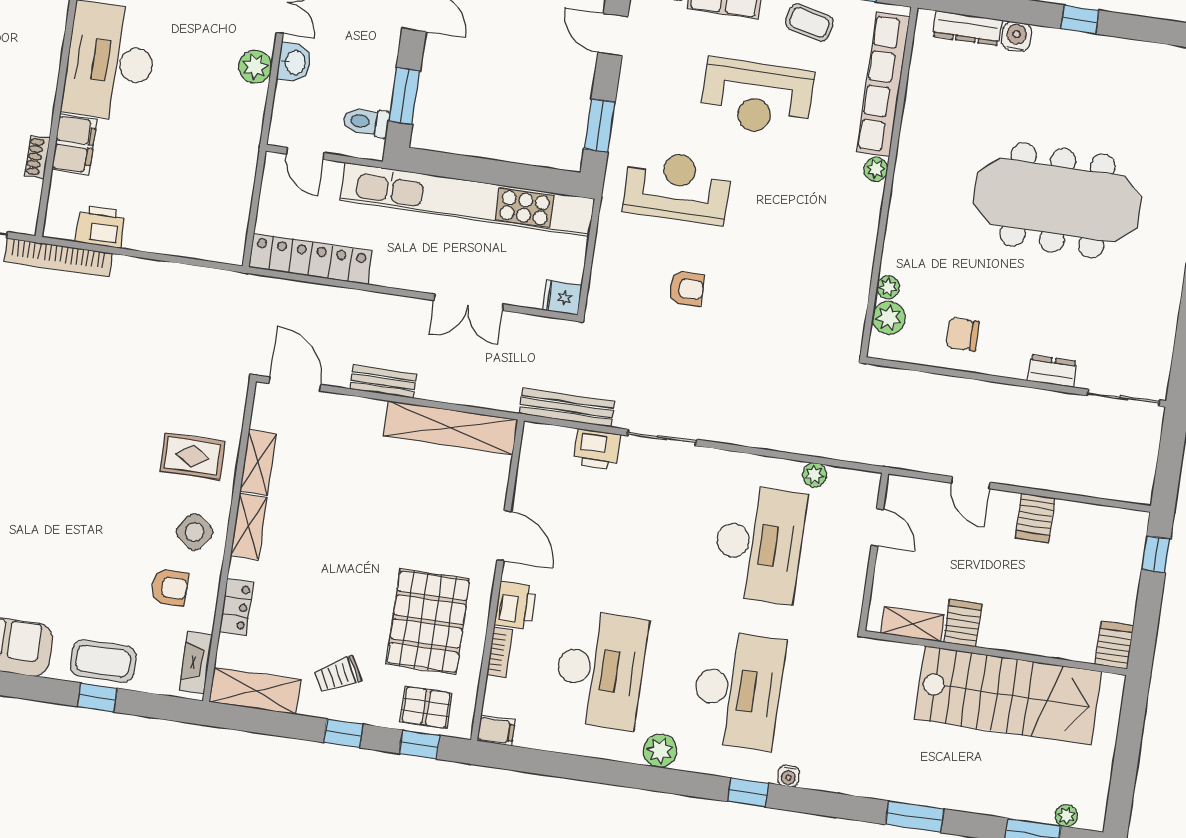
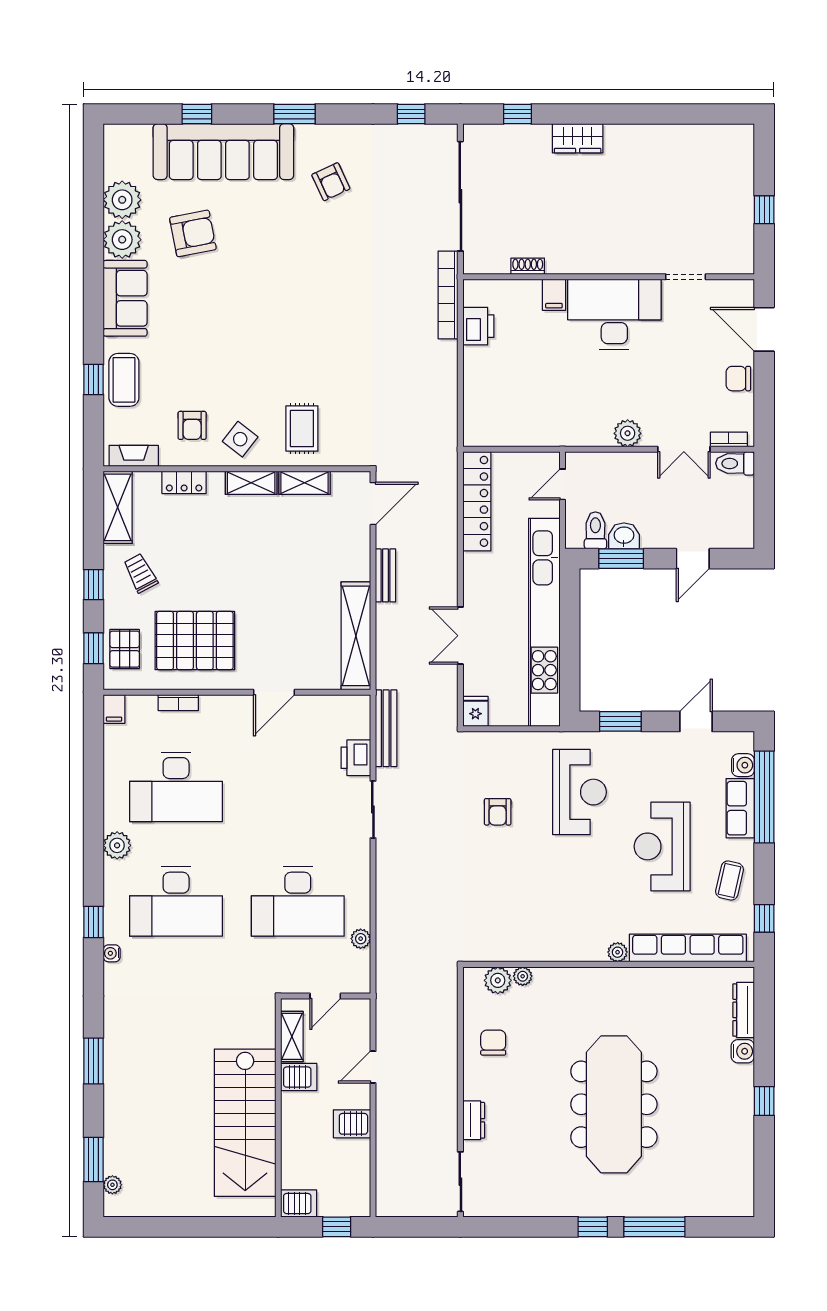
washbasin: (294, 62) -> (624, 536), moved, turned 180
filing cabinet: (74, 144) -> (554, 295), width x0.50
printer: (515, 605) -> (218, 710), removed
server rack: (963, 623) -> (299, 1077), moved
shelving: (913, 624) -> (292, 1036), moved
server rack: (1114, 645) -> (299, 1204), moved
wall: (996, 653) -> (278, 1108), moved
stairs: (1008, 695) -> (245, 1123), moved

